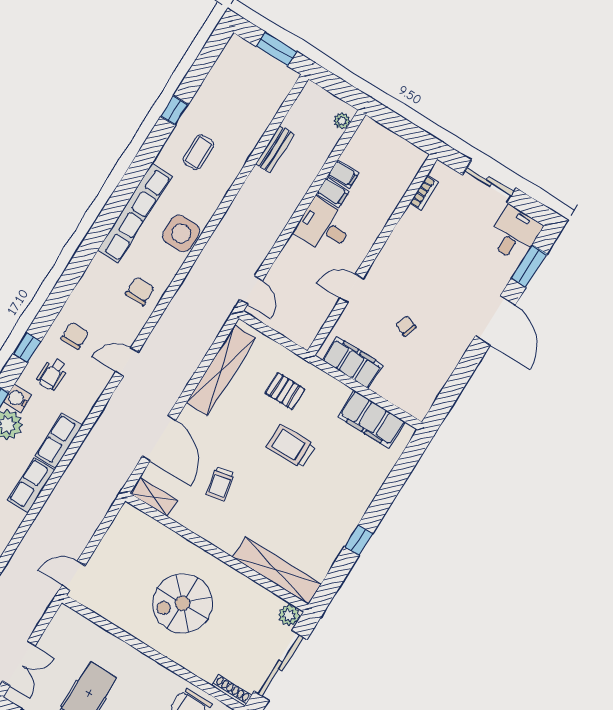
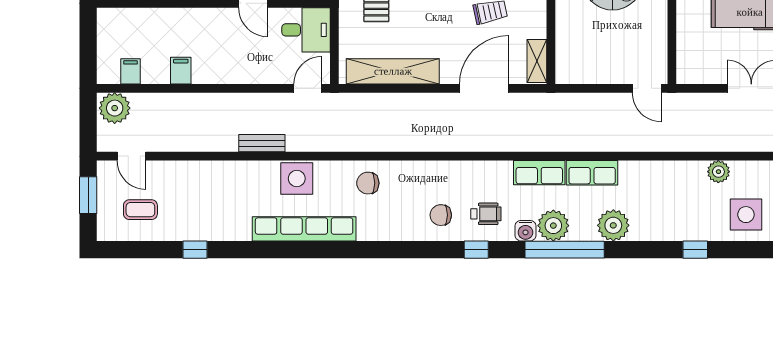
plant: (342, 121) -> (115, 108), width x1.88, depth x1.88
bench: (275, 149) -> (262, 143), moved
coffee table: (198, 152) -> (140, 210), moved
filing cabinet: (343, 174) -> (130, 71), moved
desk: (324, 227) -> (306, 30), moved, turned -90
door: (127, 362) -> (131, 156), moved

